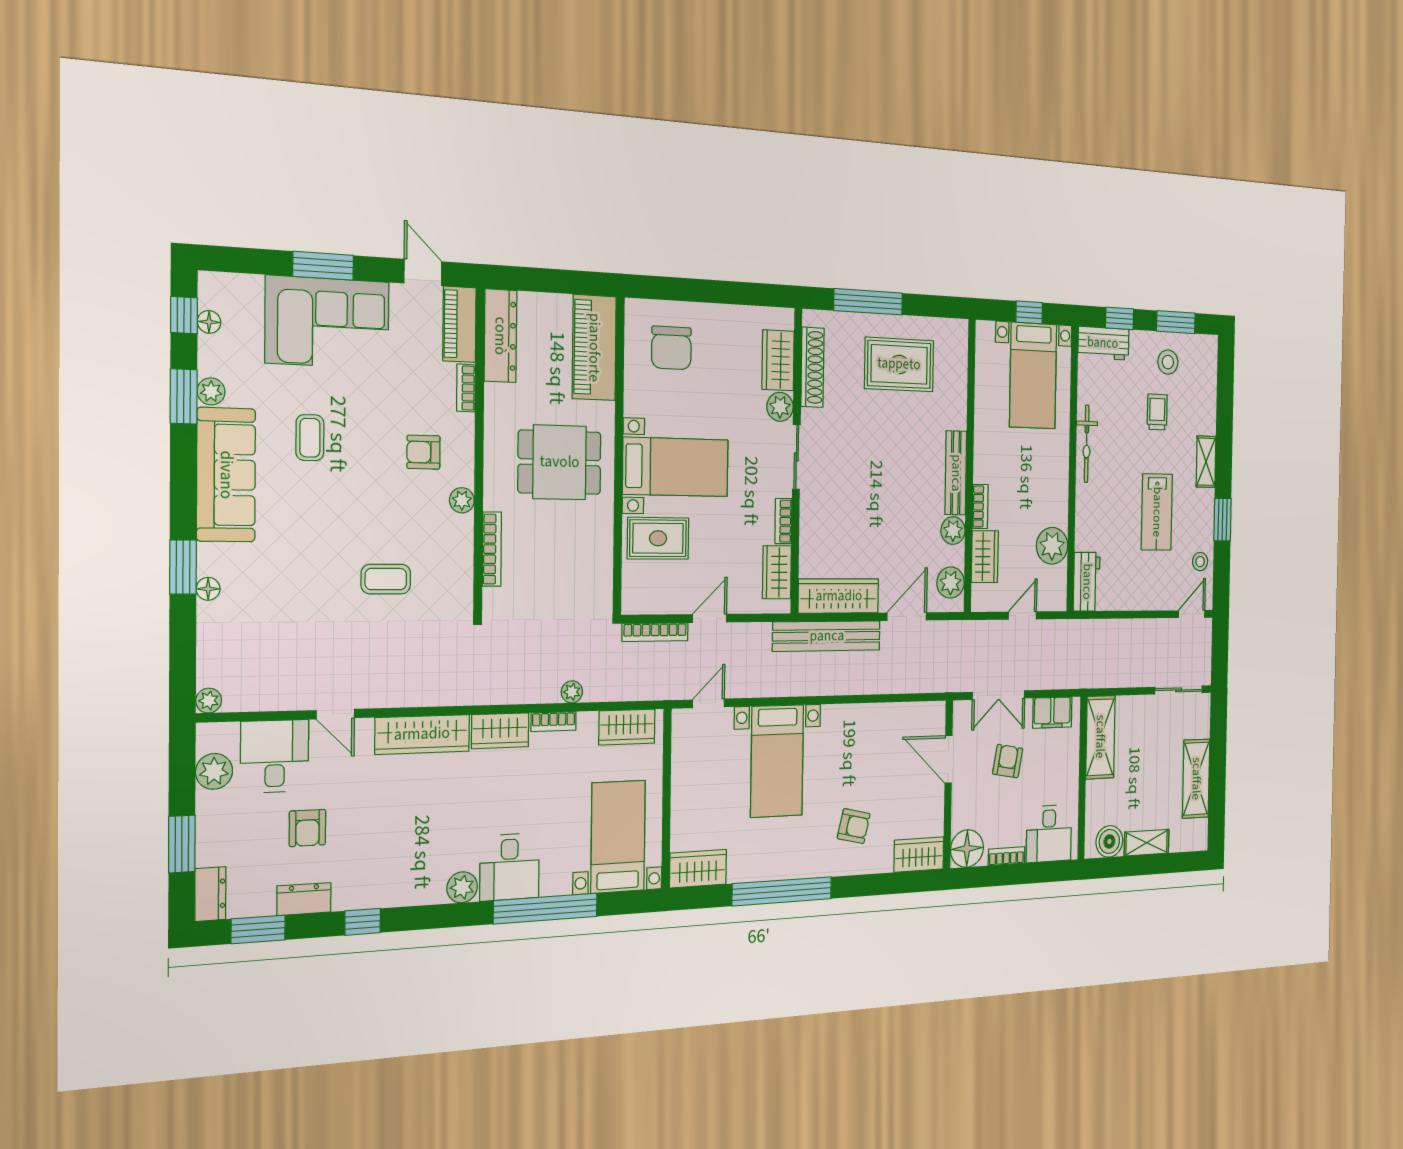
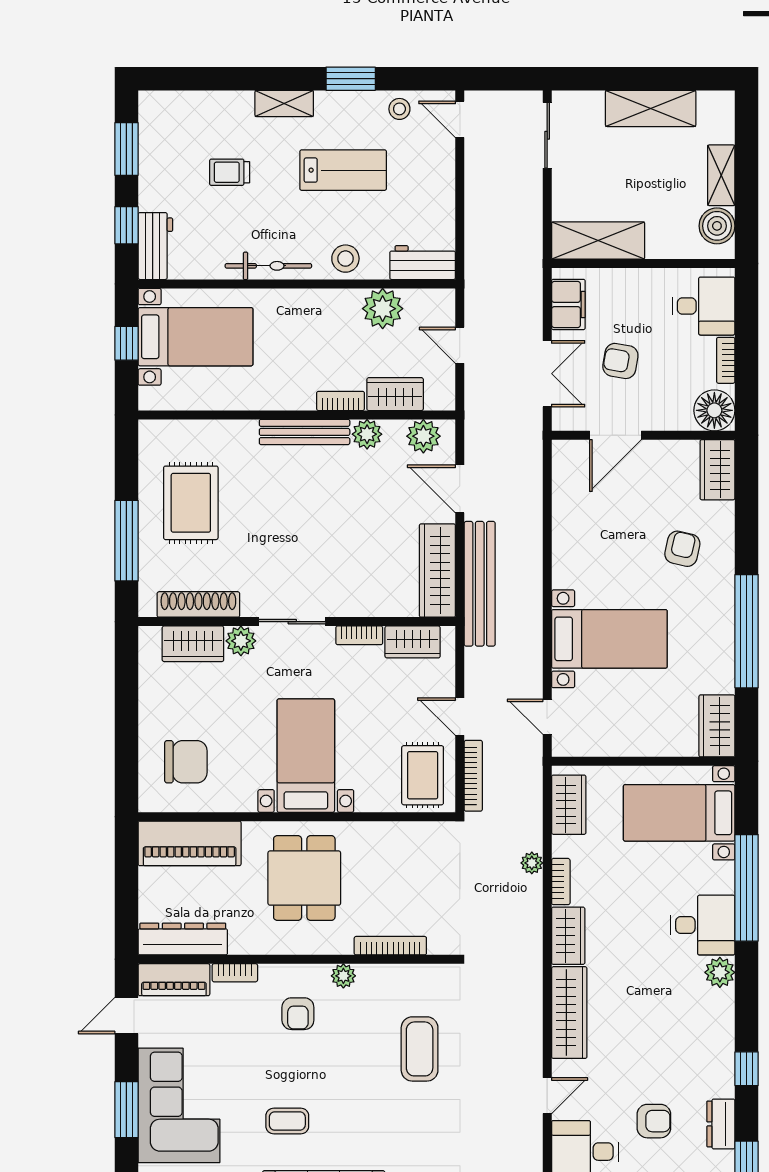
stool: (1168, 362) -> (345, 259), moved
rug: (658, 538) -> (423, 775), moved
coffee table: (386, 579) -> (420, 1049), width x1.36, depth x1.30

